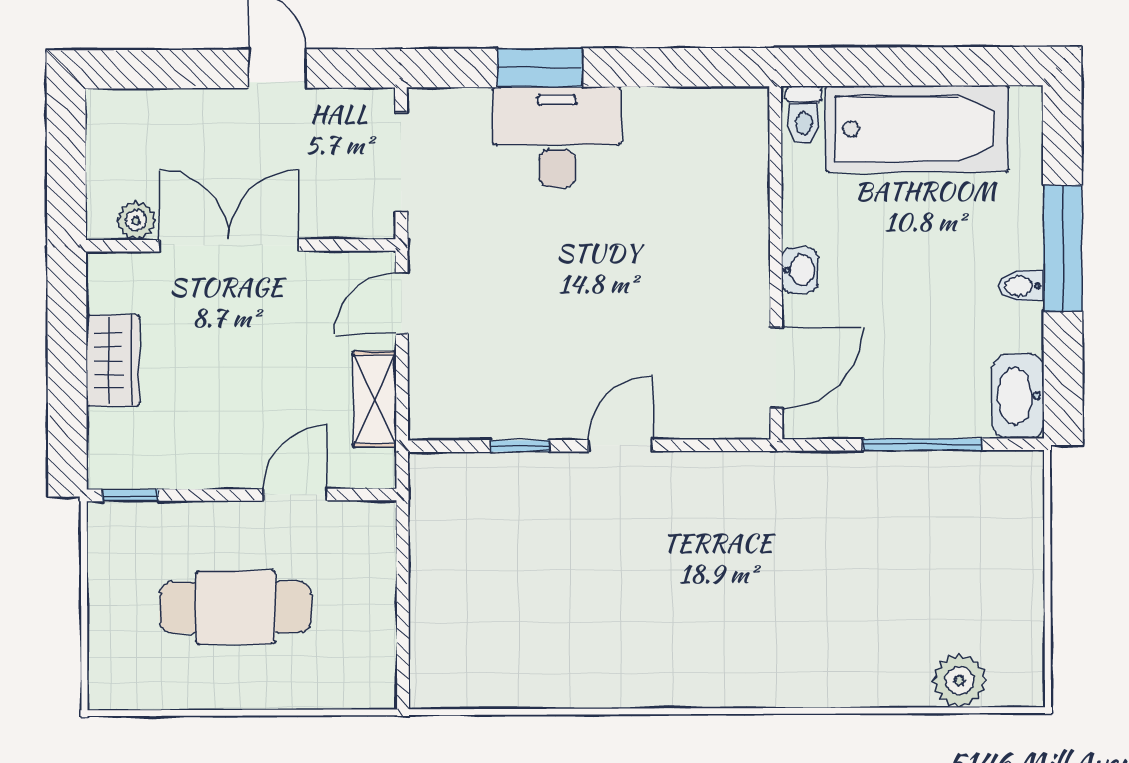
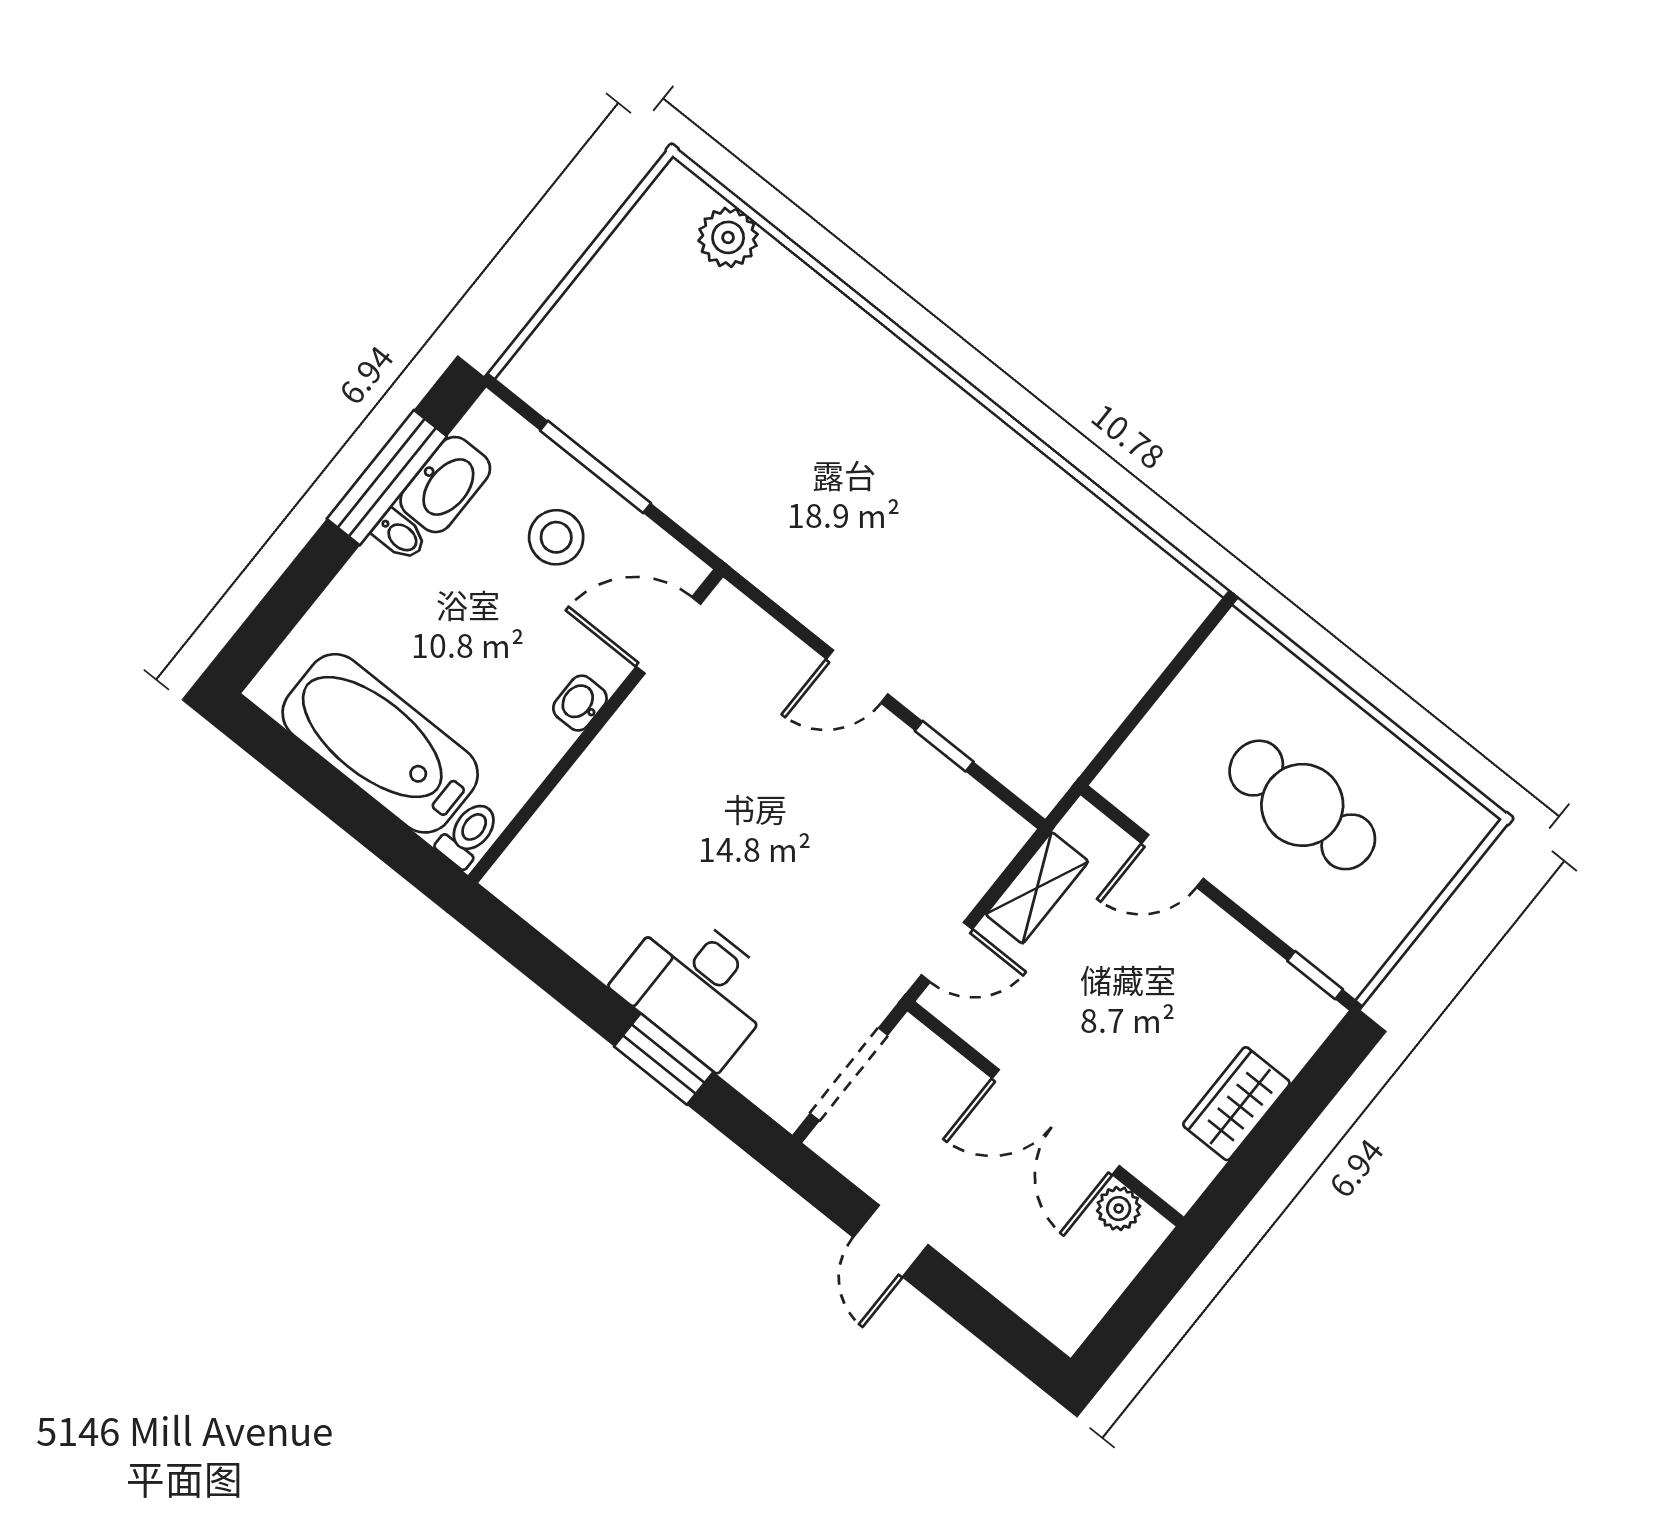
window: (1063, 248) -> (387, 478), moved
stool: (910, 373) -> (556, 537), added
washbasin: (1018, 396) -> (445, 485), moved

